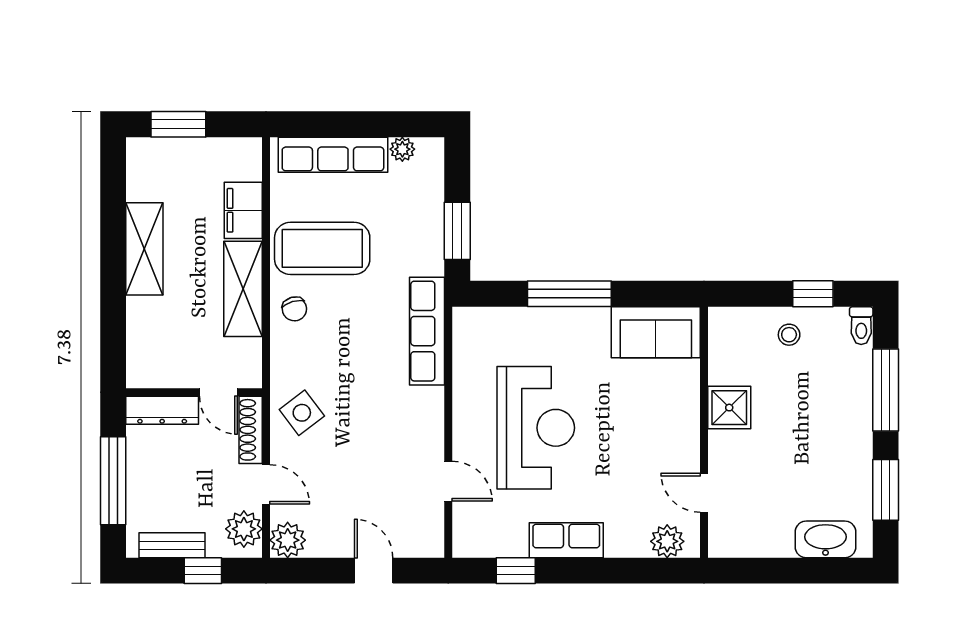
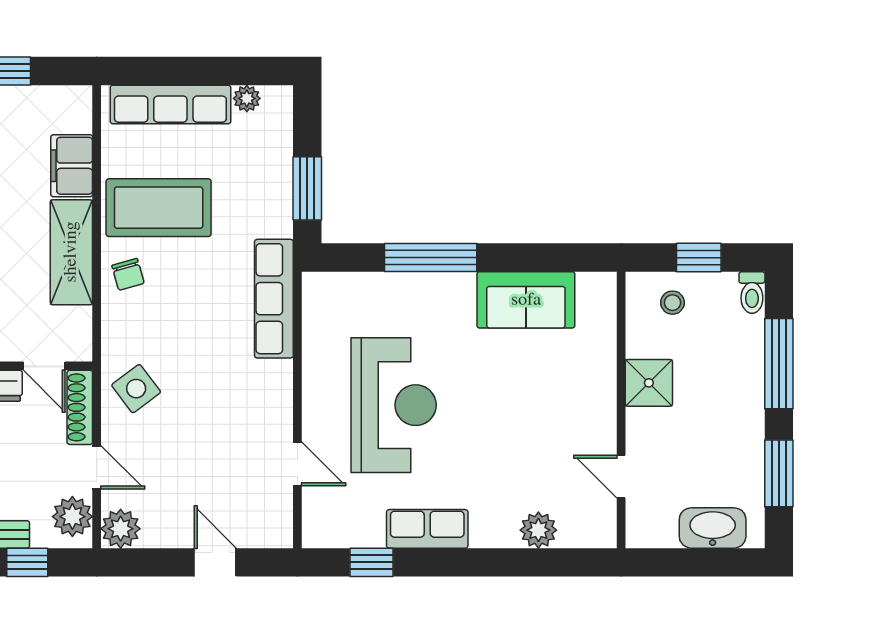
shower: (729, 408) -> (649, 383), moved
wall: (704, 432) -> (621, 410), moved
door: (704, 493) -> (621, 477), moved

